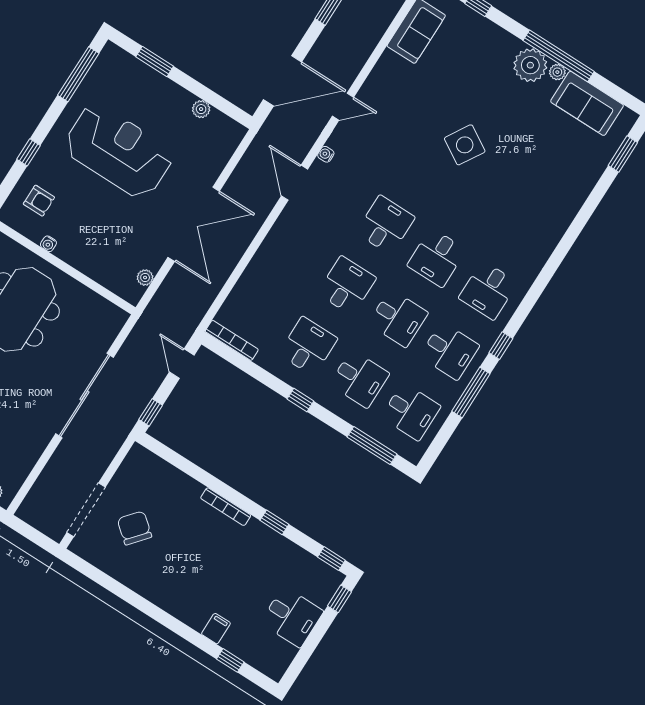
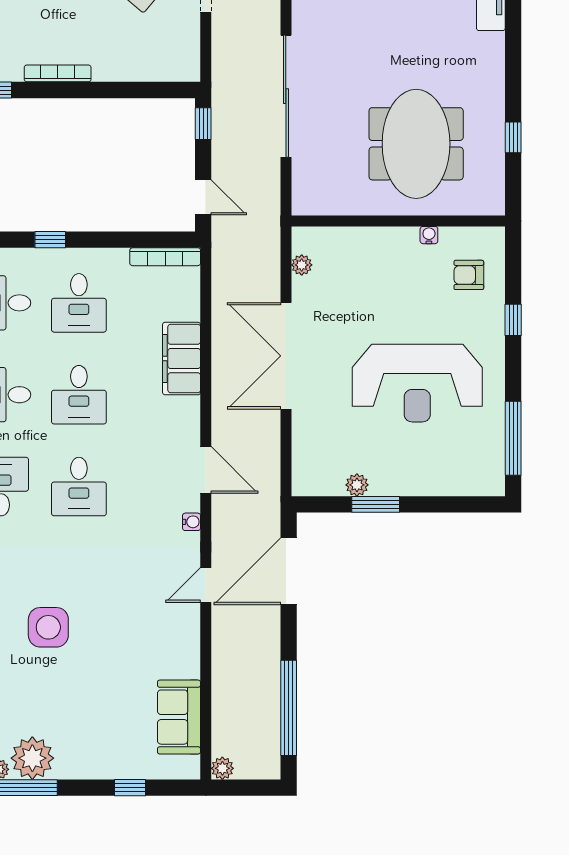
window: (155, 62) -> (376, 504), moved
side table: (465, 145) -> (48, 627), turned -31
filing cabinet: (264, 266) -> (182, 359), added

